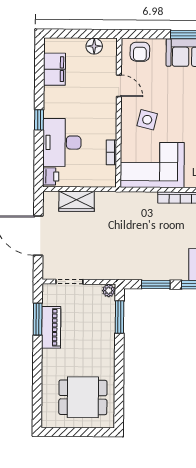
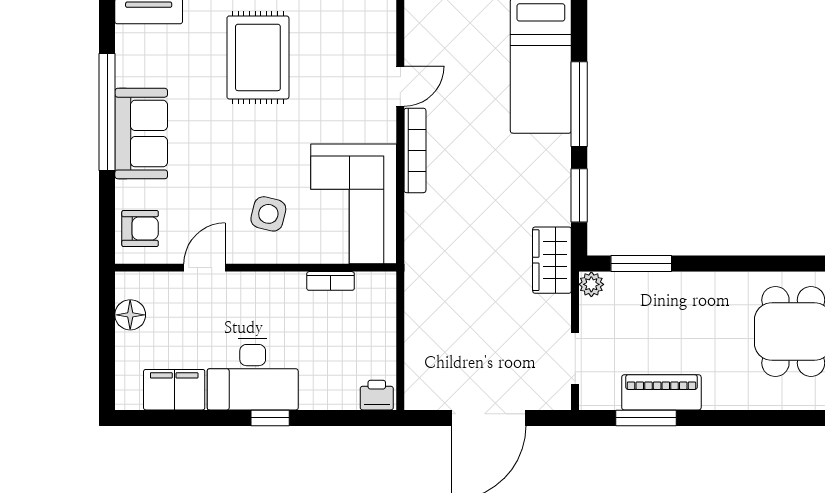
desk: (62, 142) -> (253, 374), moved
wardrobe: (77, 201) -> (552, 260), moved, turned 180

